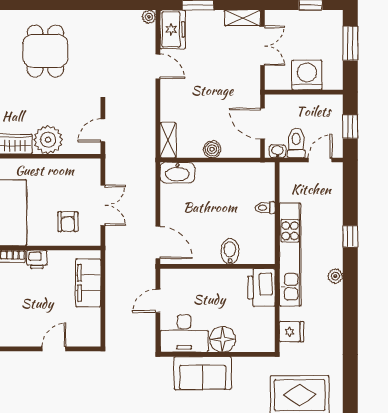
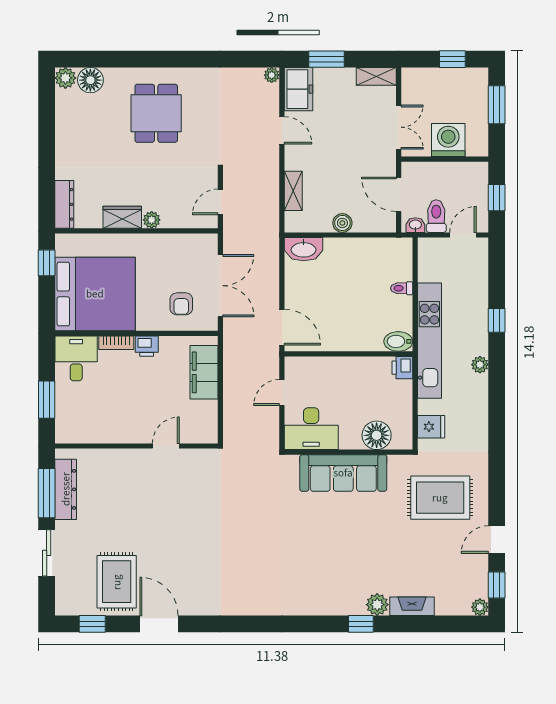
double door: (263, 46) -> (399, 127), moved
plant: (48, 140) -> (152, 220), width x0.53, depth x0.53
shelving: (168, 140) -> (293, 191), moved
double door: (103, 205) -> (220, 286), width x1.37
bidet: (230, 251) -> (398, 341), moved, turned -90
printer: (261, 288) -> (402, 368), width x0.53, depth x0.68
floor lamp: (223, 339) -> (377, 435), moved
sofa: (203, 373) -> (343, 473), width x1.36

